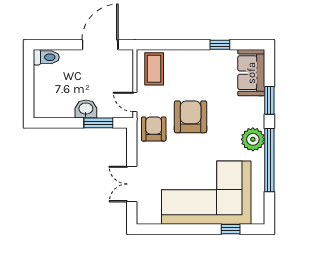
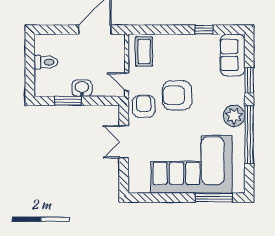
toilet: (46, 57) -> (46, 62), moved
armchair: (191, 117) -> (177, 95), turned -90
window: (98, 123) -> (68, 101), moved
double door: (132, 184) -> (124, 142), moved
window: (231, 229) -> (214, 198), width x2.17

